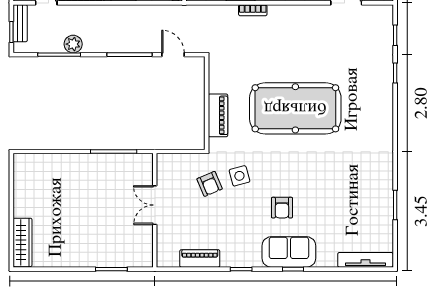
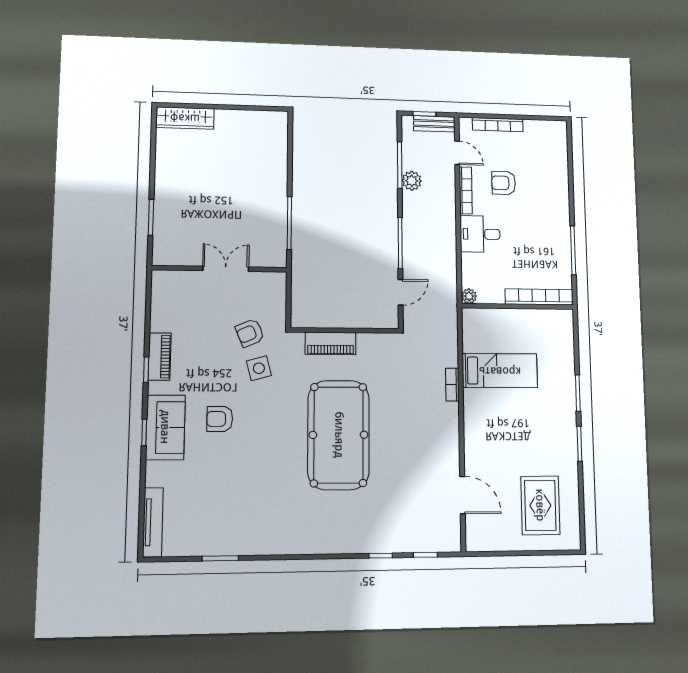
piano: (200, 258) -> (160, 357), moved

